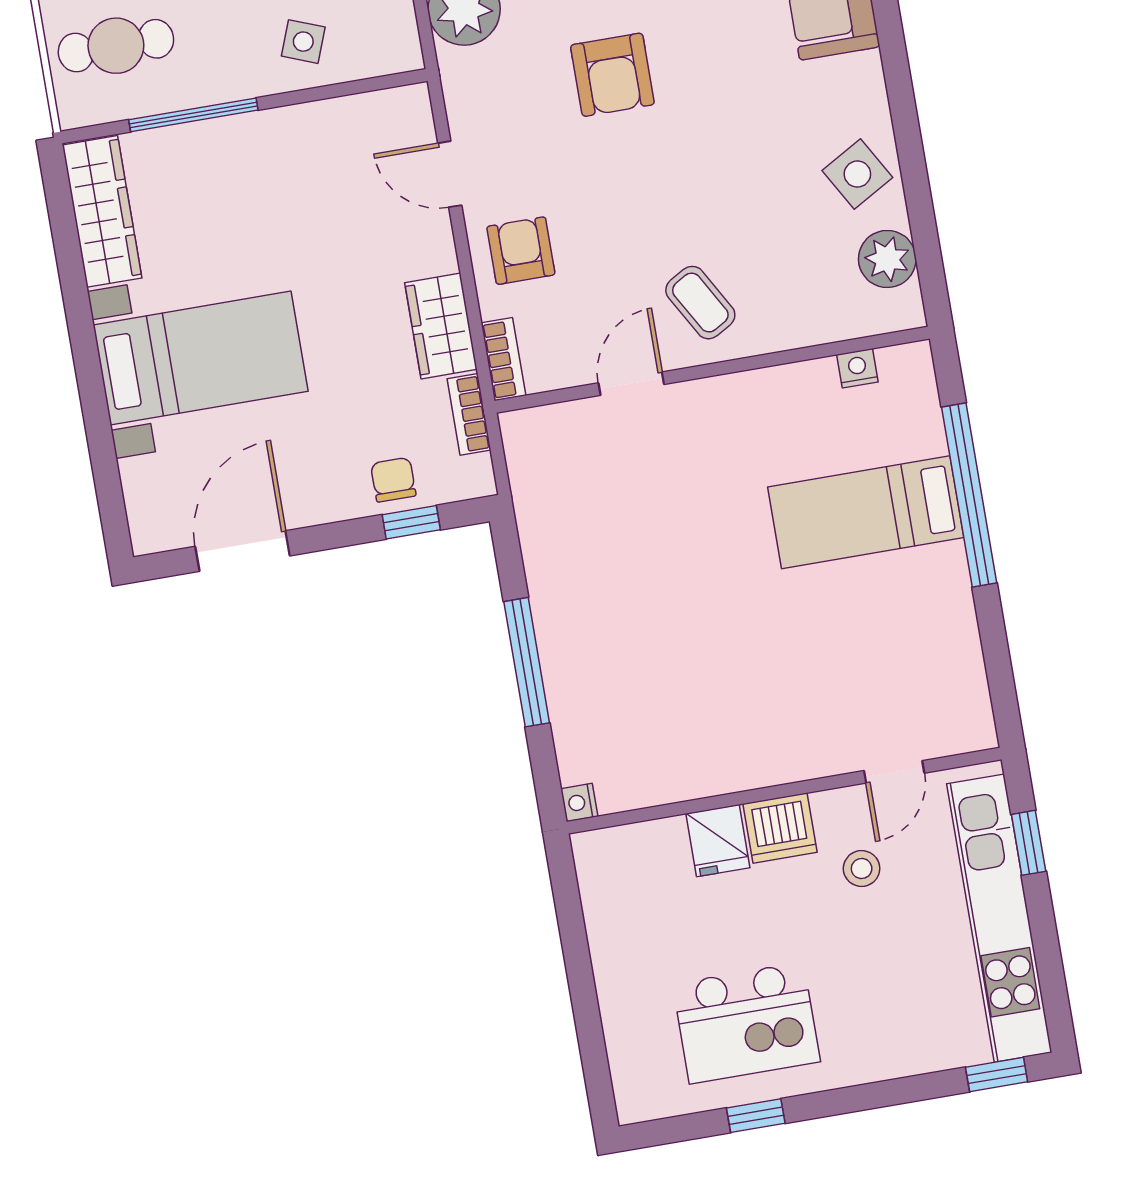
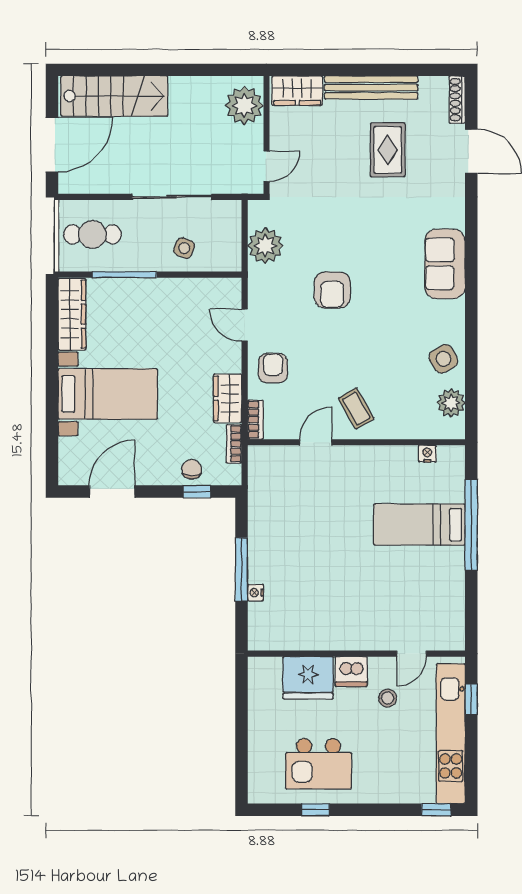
nightstand: (579, 803) -> (255, 593), moved
fridge: (718, 841) -> (308, 678), width x1.88, depth x1.34

